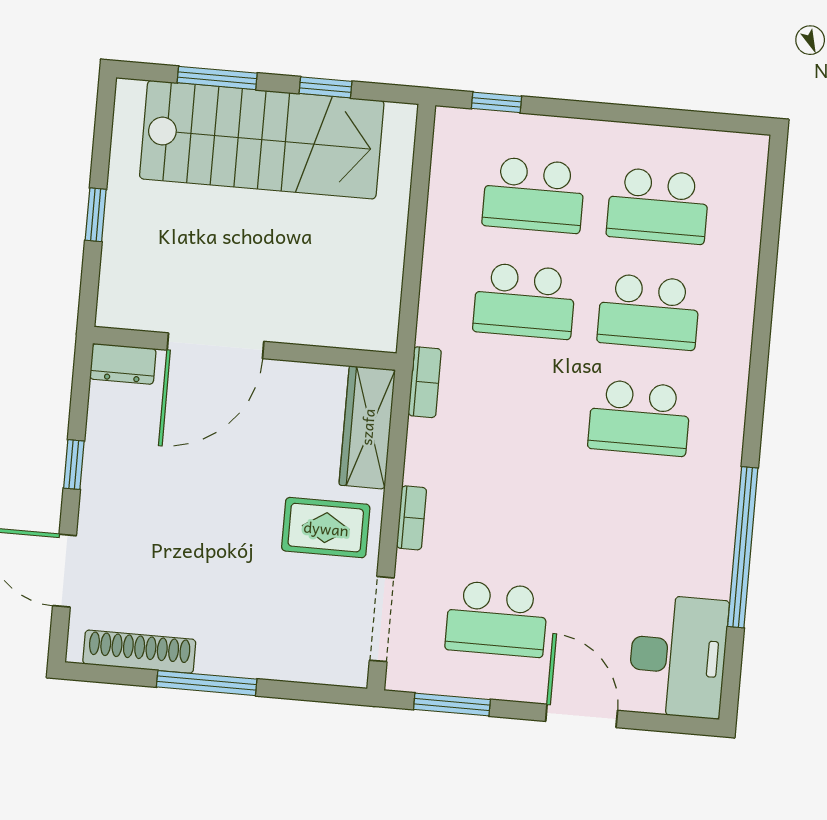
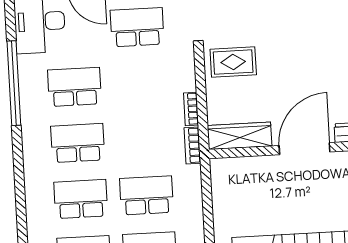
wardrobe: (367, 427) -> (240, 136), moved, turned -90
bookcase: (412, 518) -> (191, 109), moved
school desk: (630, 524) -> (75, 87), added

